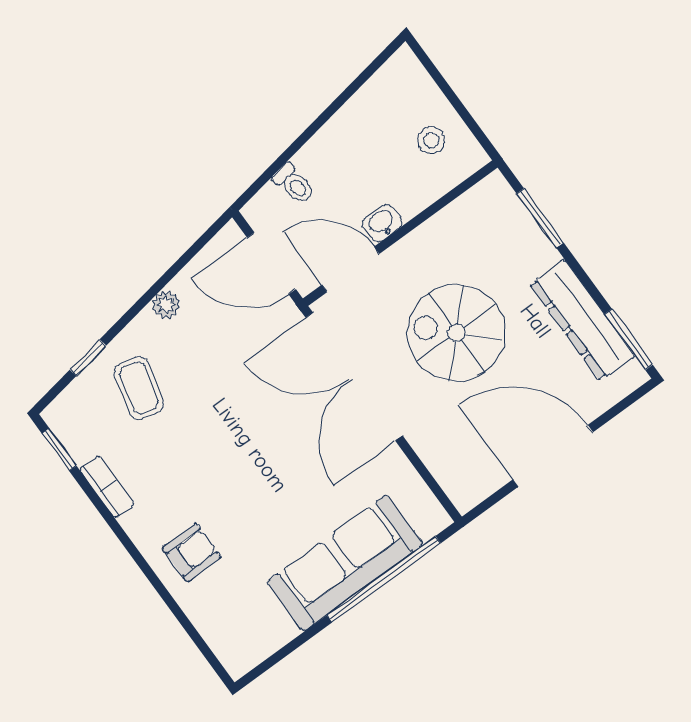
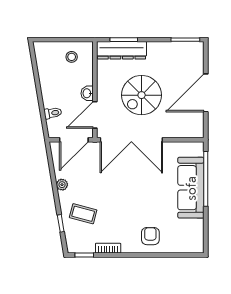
dresser: (582, 320) -> (122, 50), moved

